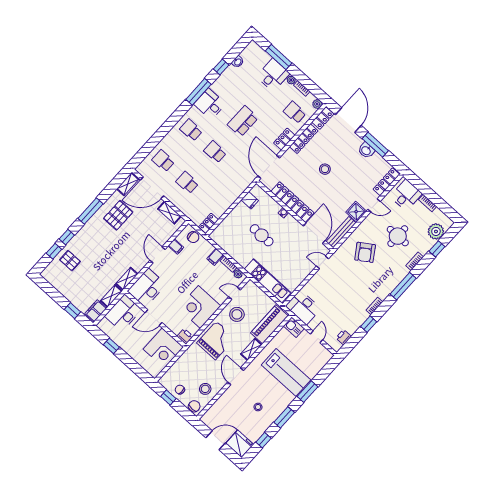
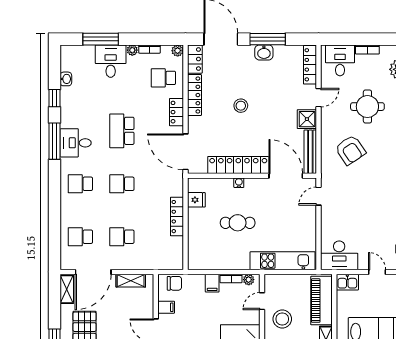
locker: (208, 223) -> (177, 217), moved, width x1.53

